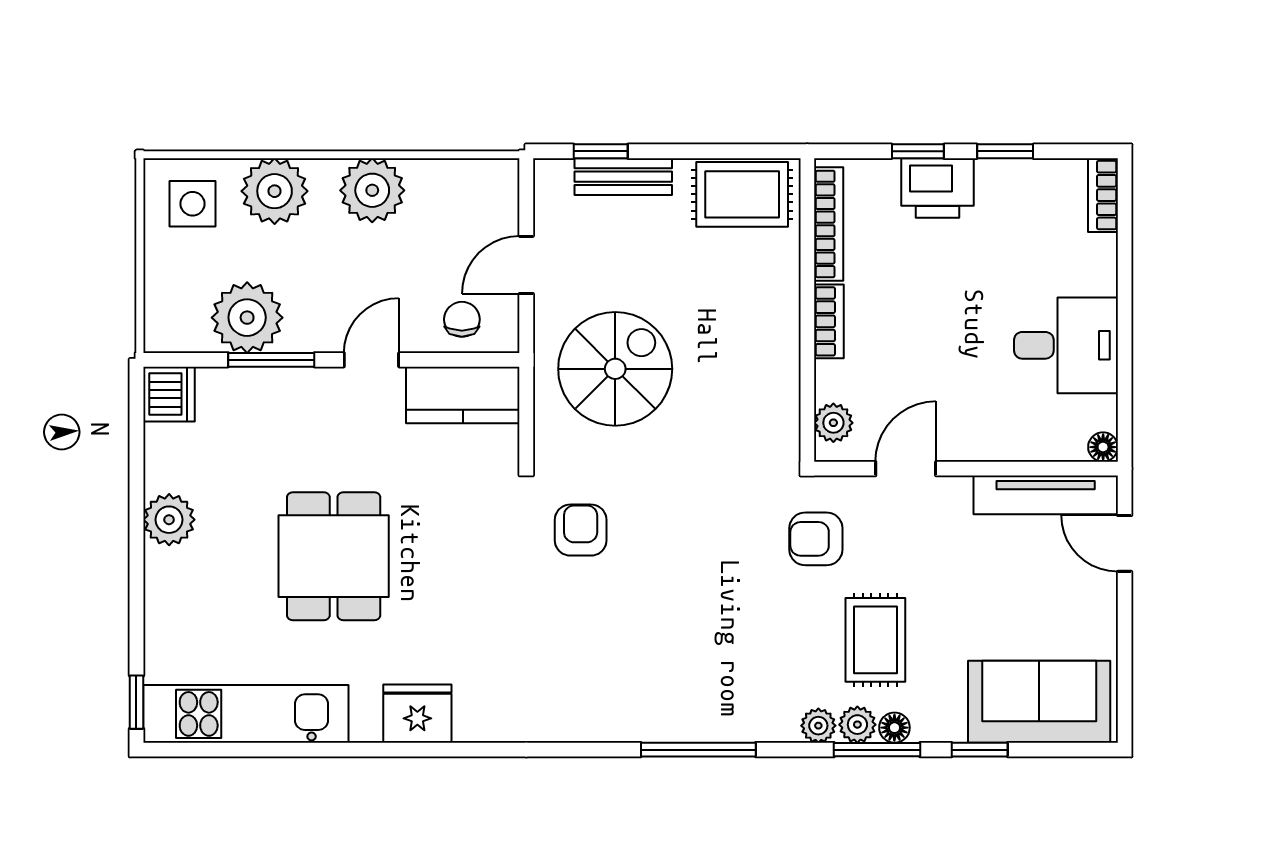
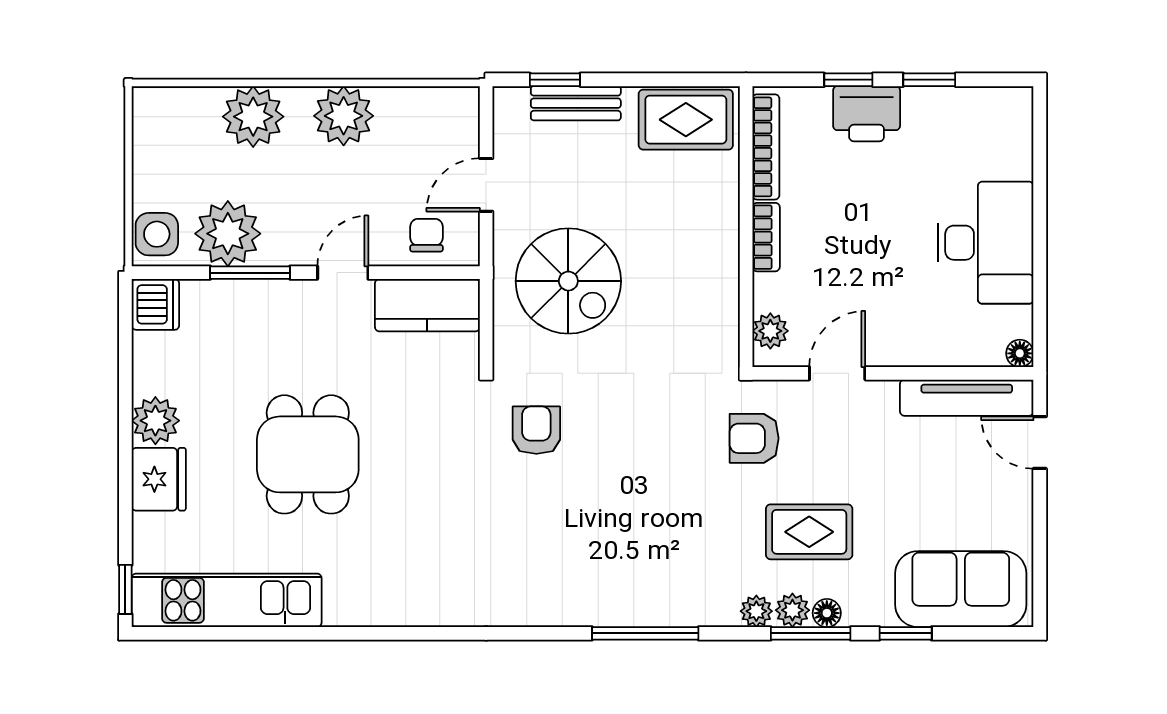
bookcase: (1103, 195) -> (1020, 120), removed
side table: (193, 204) -> (157, 234), moved
desk: (1066, 345) -> (986, 243), width x1.37
spiral stairs: (615, 369) -> (568, 281), turned 90
rug: (875, 640) -> (809, 532), turned 90
fridge: (417, 714) -> (159, 479), moved, turned 90

